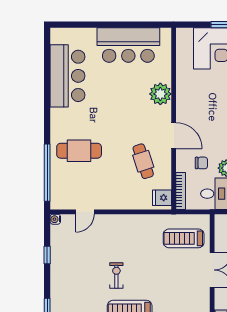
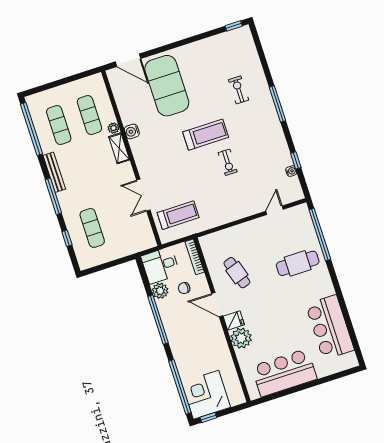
fridge: (162, 198) -> (234, 321), moved
water cooler: (55, 219) -> (291, 171), moved

